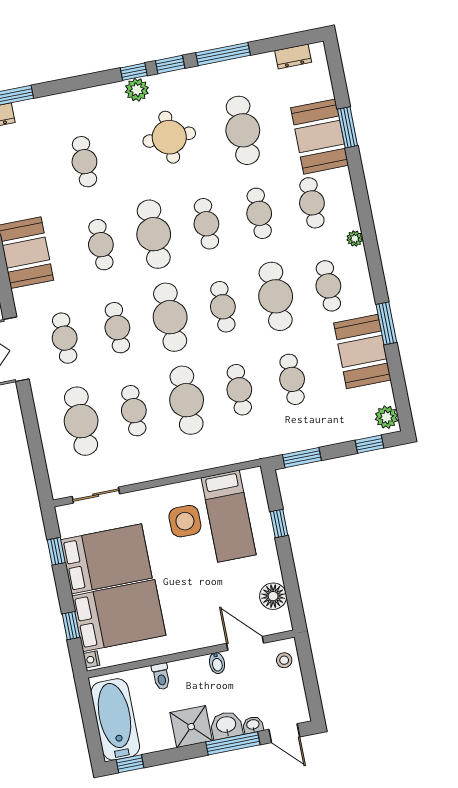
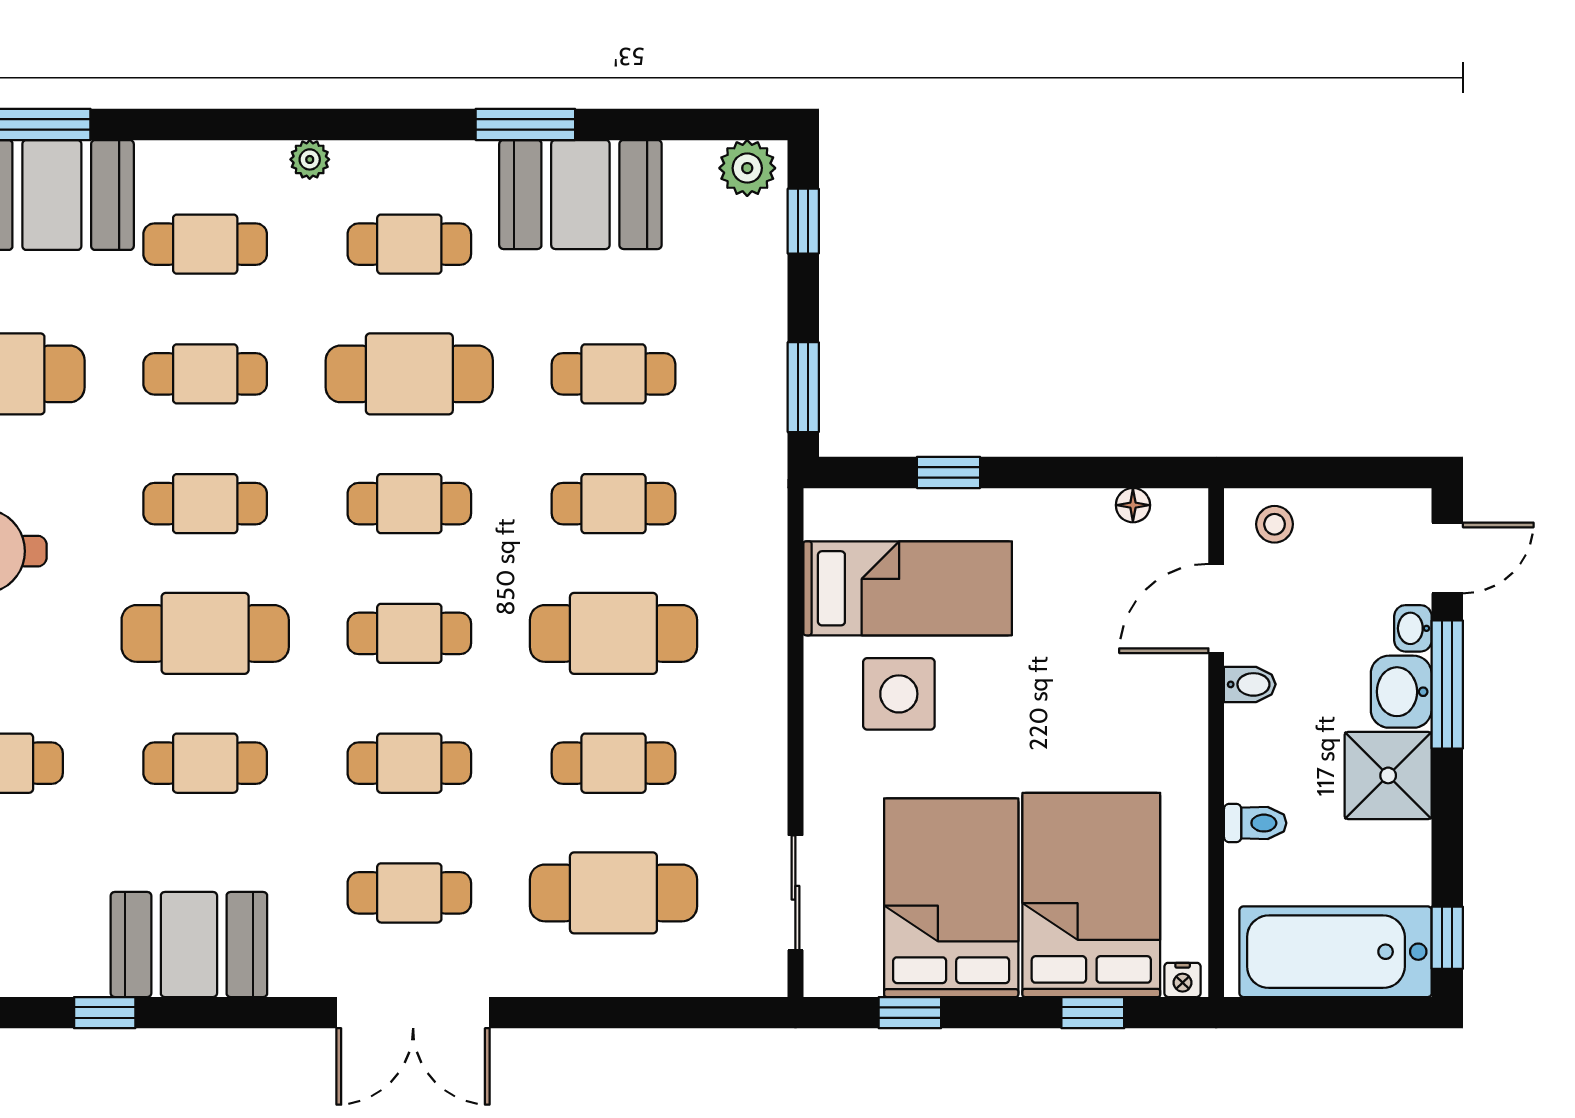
cafe table: (170, 317) -> (409, 633), width x0.73, depth x0.74
floor lamp: (273, 596) -> (1133, 505), width x0.53, depth x0.53

